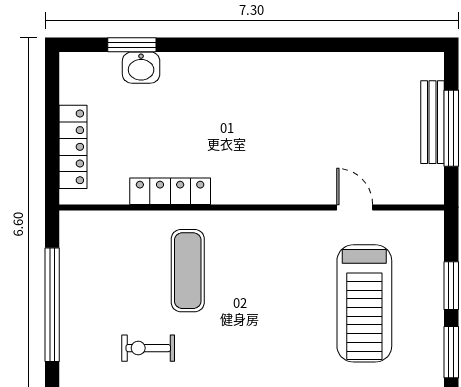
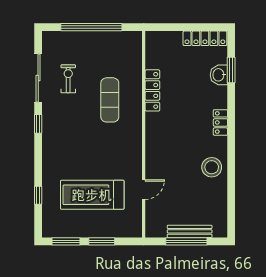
locker: (230, 65) -> (220, 122), added
stool: (313, 81) -> (212, 167), added
locker: (73, 147) -> (205, 38), moved
exercise mat: (188, 271) -> (110, 100), turned 90

